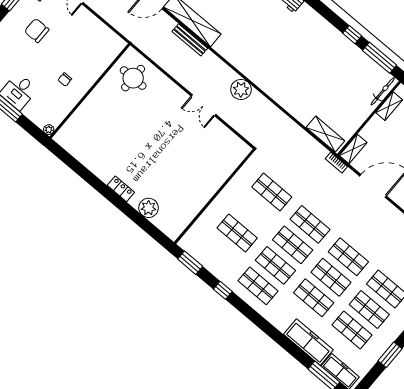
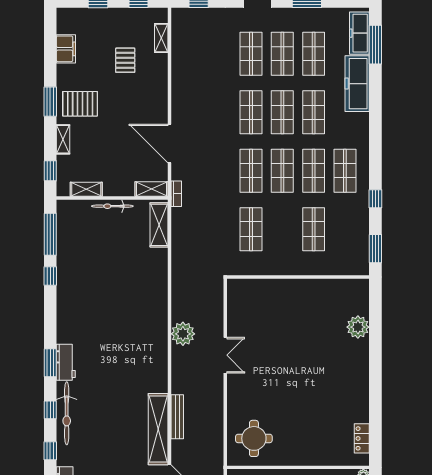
bicycle: (383, 91) -> (112, 206), moved
locker: (121, 189) -> (362, 438), moved

